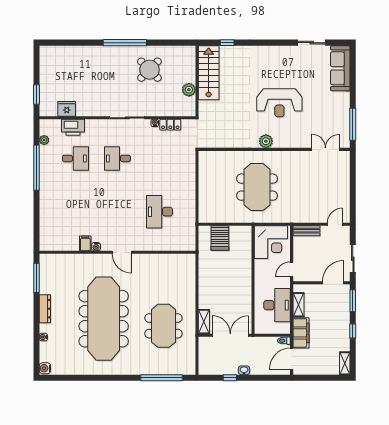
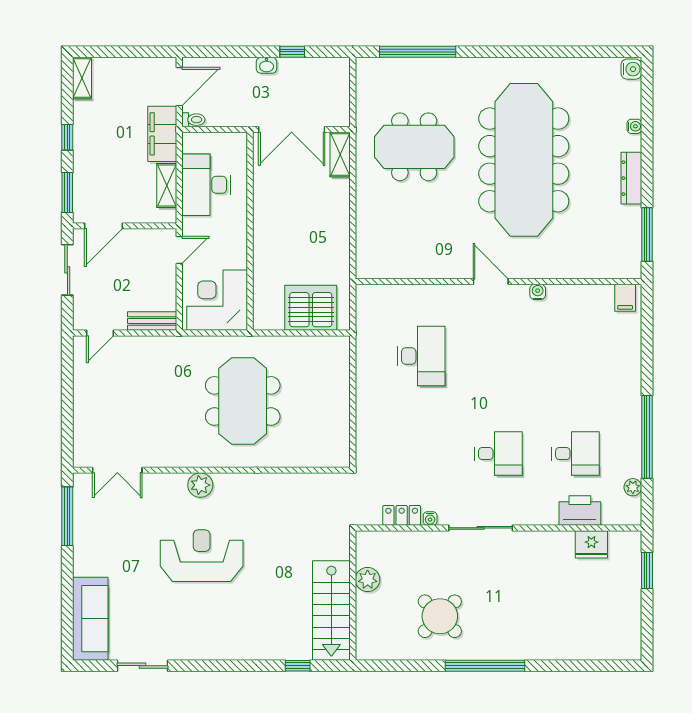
plant: (266, 141) -> (200, 485), moved
desk: (75, 158) -> (576, 454), turned 180
server rack: (220, 238) -> (311, 308), width x1.60
filing cabinet: (85, 243) -> (625, 298), moved
meeting table: (163, 326) -> (414, 147), turned 90

